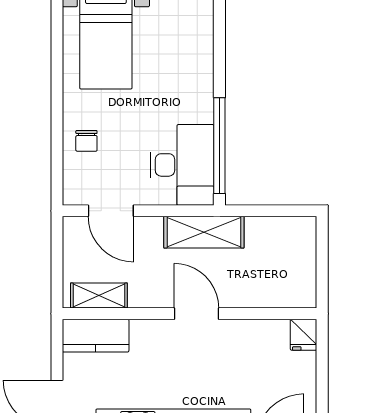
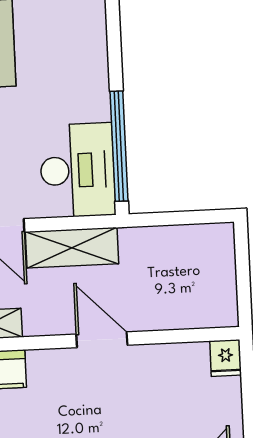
shelving: (204, 232) -> (72, 248), moved

